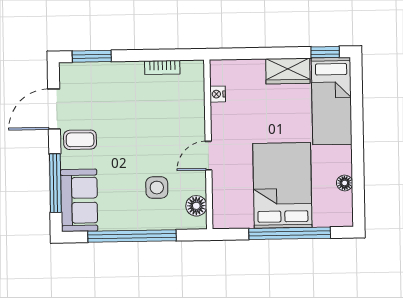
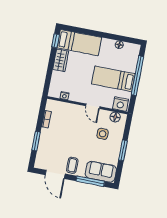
window: (92, 56) -> (36, 141), moved
bed: (282, 185) -> (113, 79), width x0.67
nightstand: (225, 211) -> (120, 104), added
window: (132, 236) -> (123, 150), width x0.47

